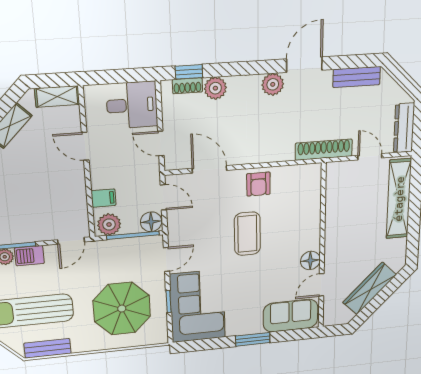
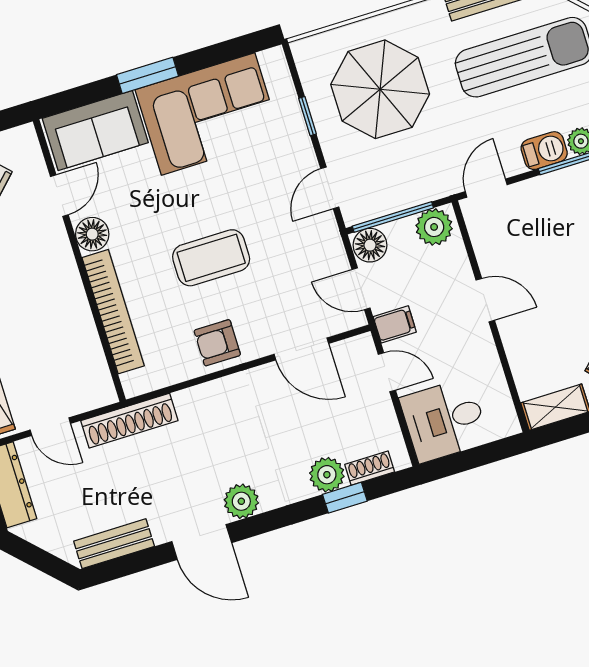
door: (304, 65) -> (202, 542), hinge flipped
window: (189, 72) -> (345, 498), moved
door: (85, 146) -> (485, 300), moved
armchair: (258, 184) -> (217, 343), turned -90
filing cabinet: (103, 198) -> (395, 324), moved, turned 180
bookcase: (313, 215) -> (113, 312), added
coffee table: (247, 234) -> (211, 258), turned 90
corner sofa: (198, 306) -> (208, 114), moved, turned -90

